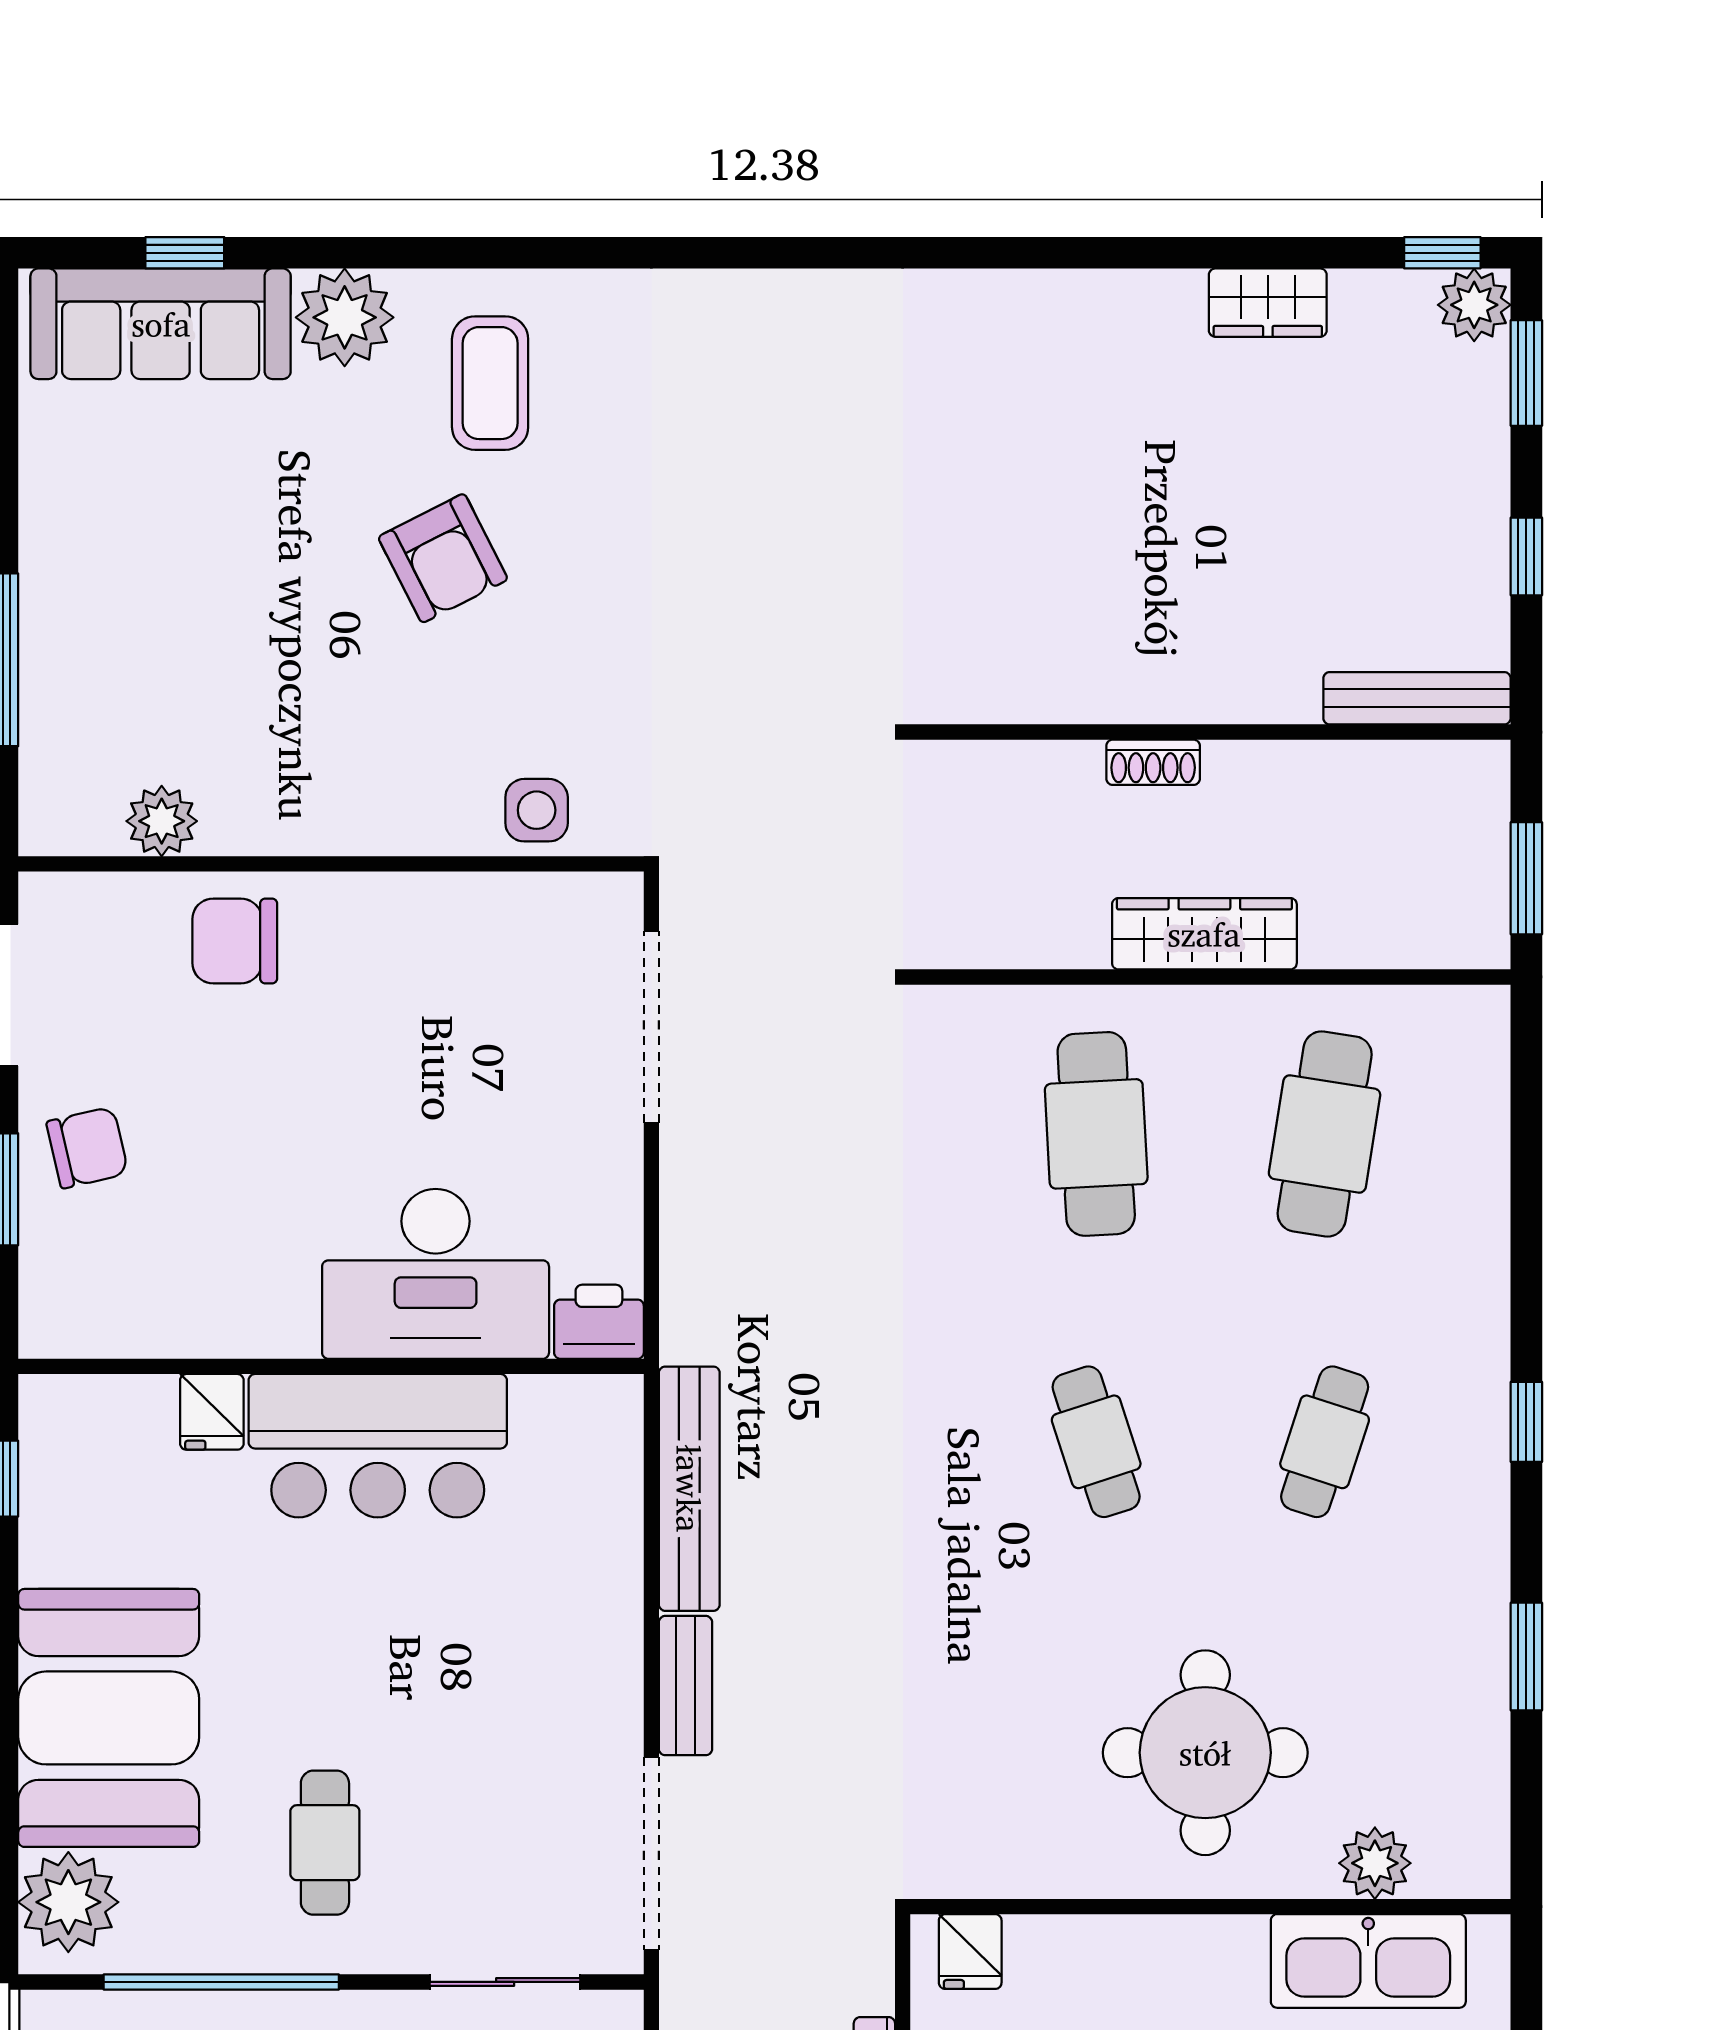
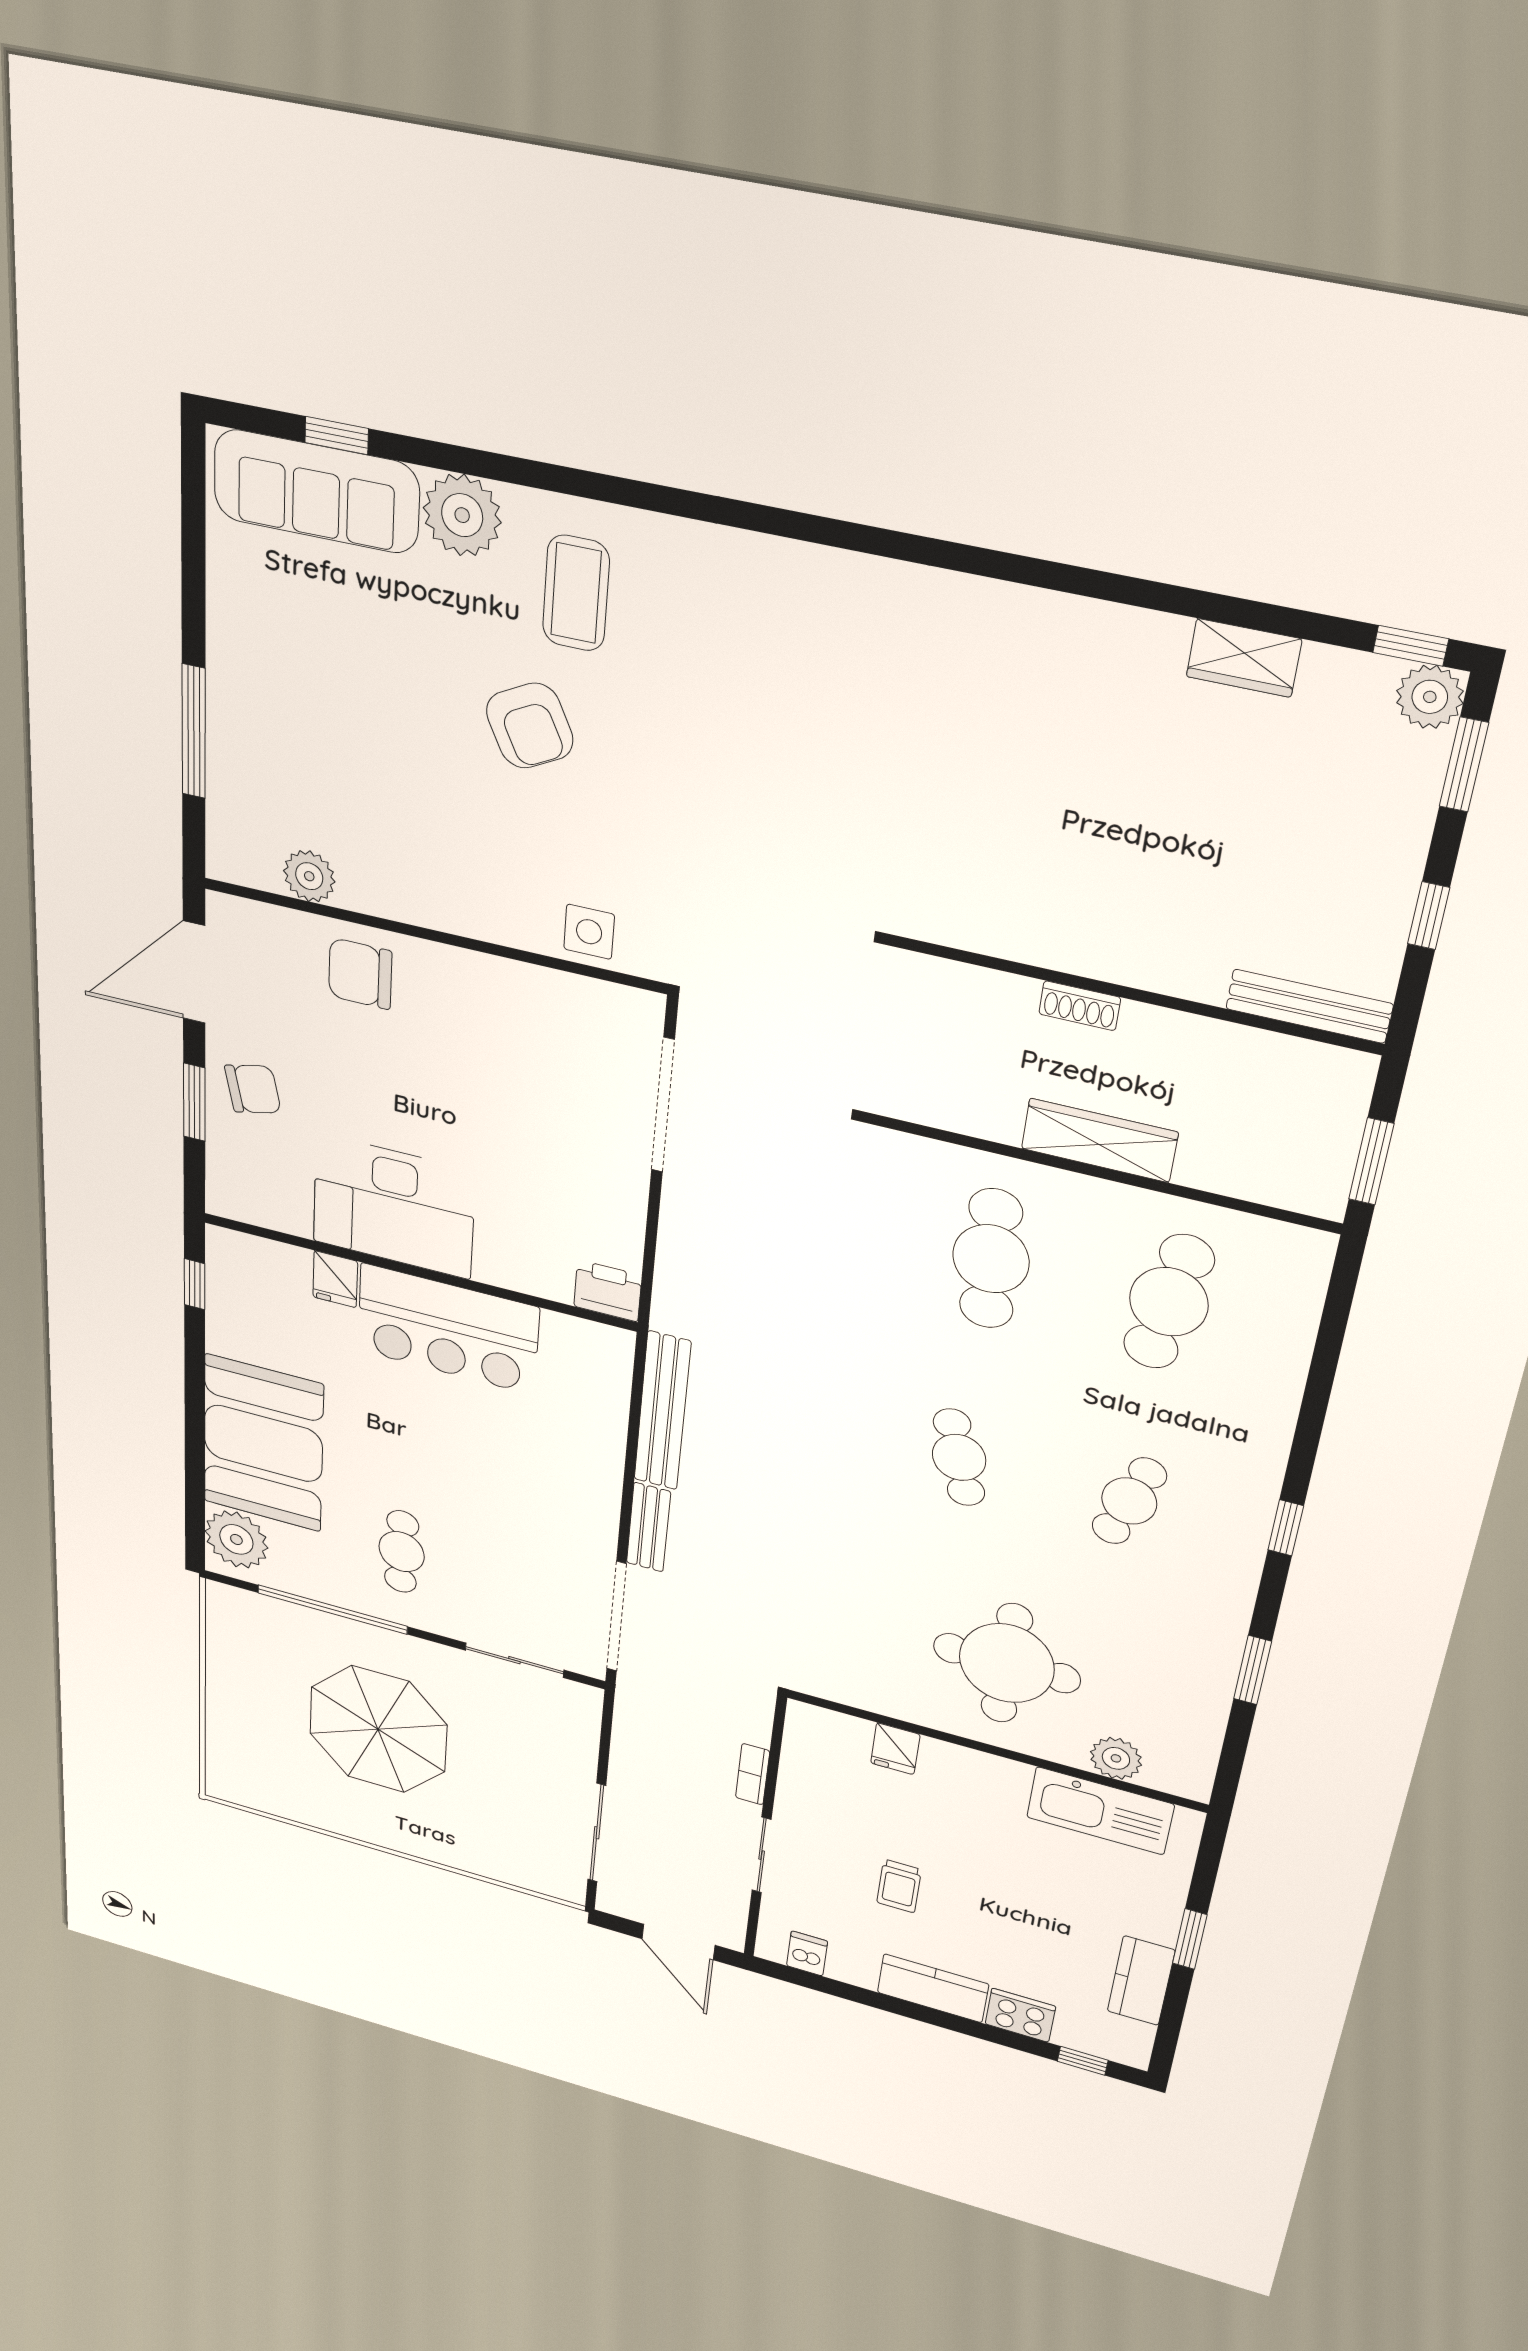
desk: (436, 1274) -> (394, 1206), moved
fridge: (970, 1952) -> (895, 1749), moved

